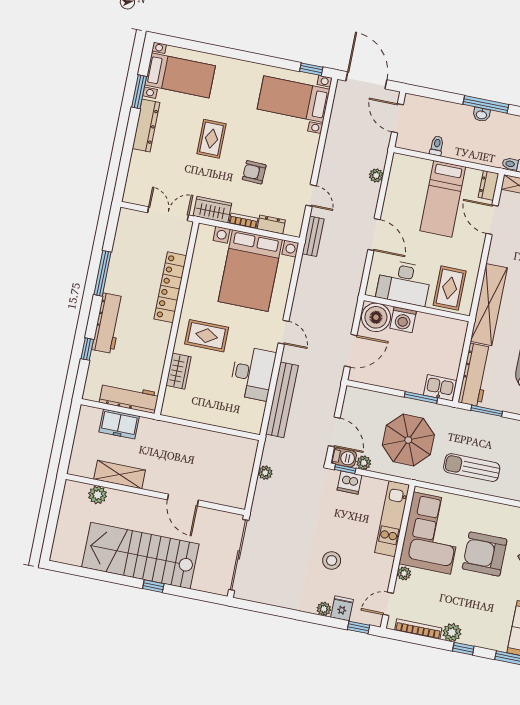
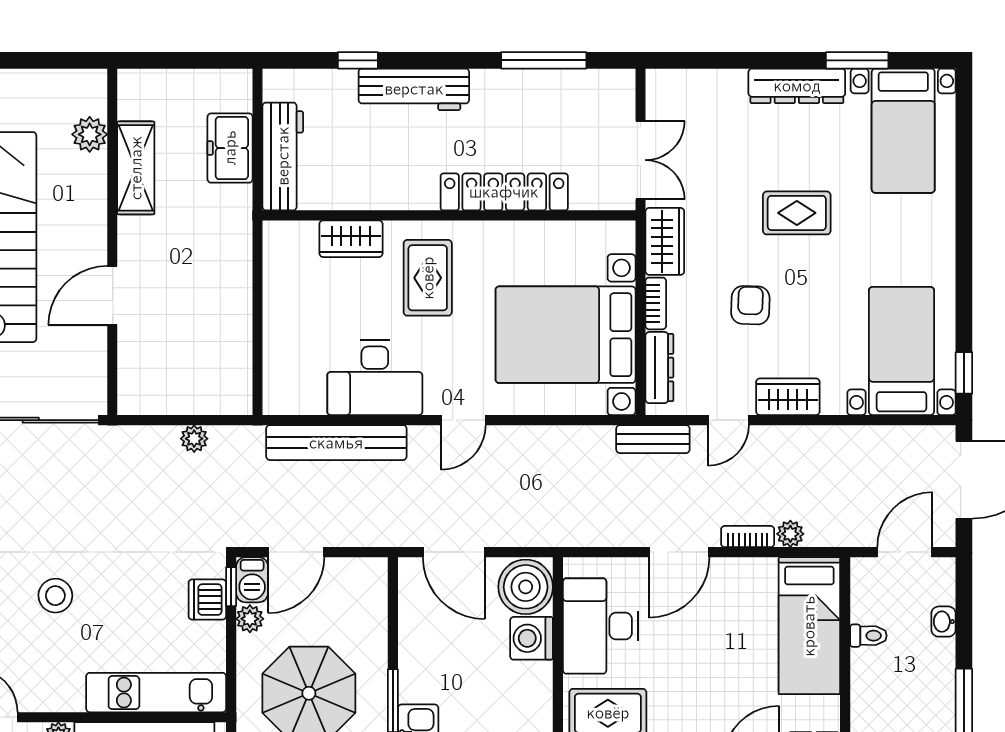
washbasin: (481, 114) -> (944, 622), moved
wardrobe: (305, 162) -> (788, 397), added
bookcase: (373, 198) -> (748, 537), added
bed: (443, 199) -> (809, 626), moved, turned -90
dresser: (271, 224) -> (659, 368), width x1.44
window: (103, 273) -> (544, 60), moved

